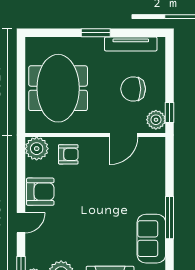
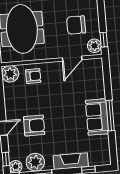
armchair: (40, 192) -> (34, 126), moved
sofa: (151, 239) -> (97, 117), moved

